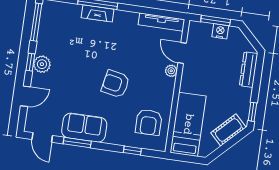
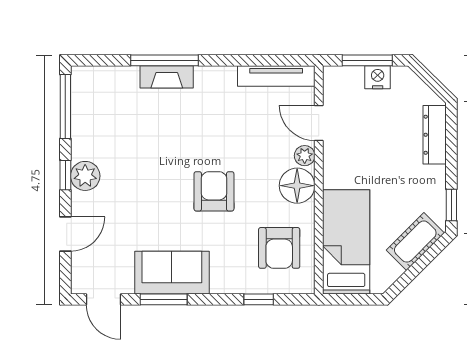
armchair: (115, 84) -> (214, 191), turned 79
floor lamp: (164, 88) -> (297, 186), added

